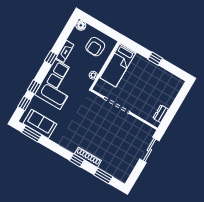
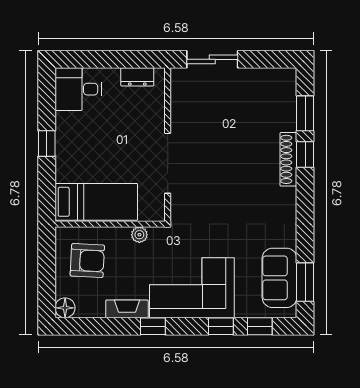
desk: (170, 86) -> (78, 89), added
window: (77, 160) -> (305, 154), moved

